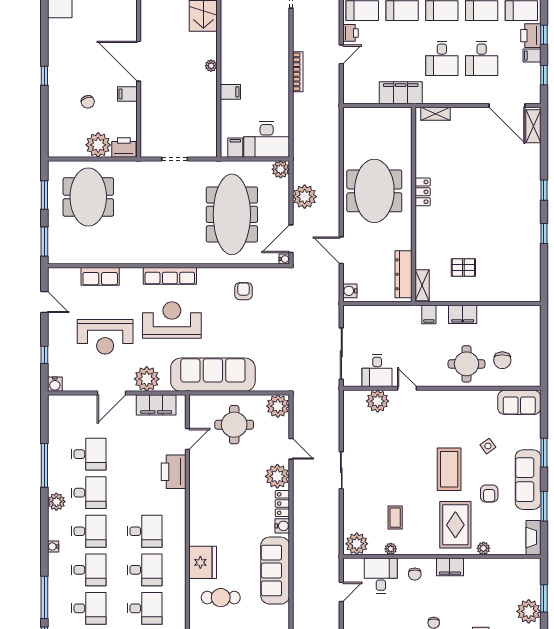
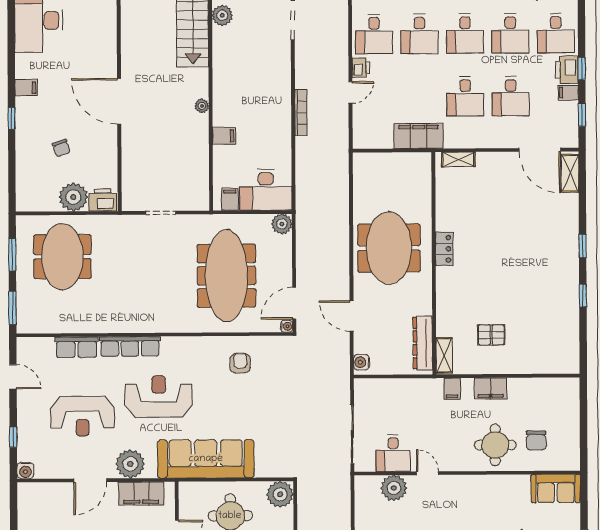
filing cabinet: (127, 94) -> (26, 88), moved, turned 180
plant: (305, 197) -> (309, 255), removed
row of seats: (170, 276) -> (130, 346), moved

